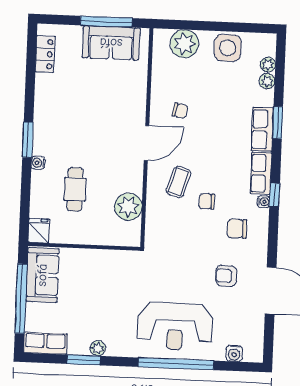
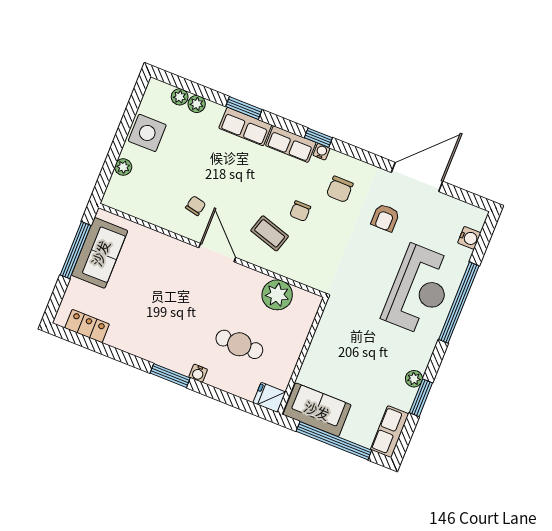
plant: (184, 44) -> (123, 167), width x0.53, depth x0.53

